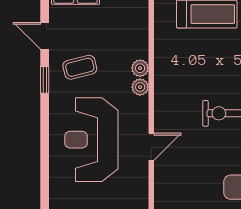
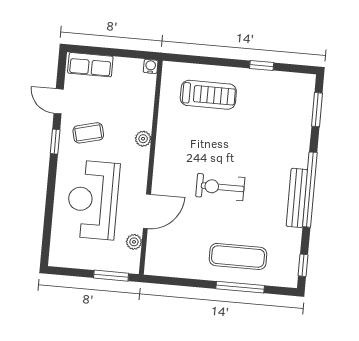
plant: (140, 87) -> (134, 242), moved
door: (151, 147) -> (147, 211), width x1.38

